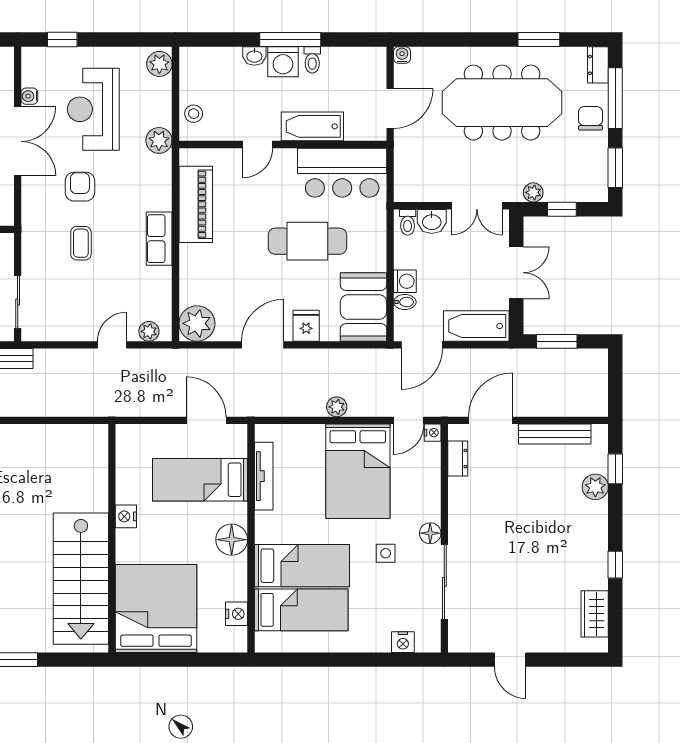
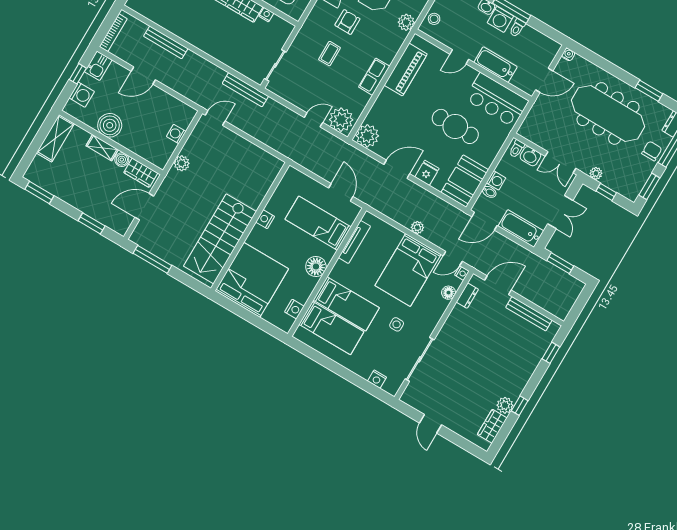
plant: (149, 331) -> (341, 120), width x1.87, depth x1.87
plant: (595, 487) -> (505, 405), moved
floor lamp: (430, 533) -> (449, 293), moved

